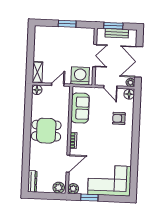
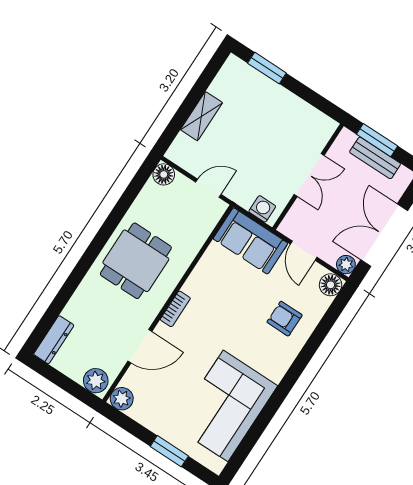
window: (67, 24) -> (267, 68), moved
shelving: (37, 72) -> (201, 116), moved
washing machine: (80, 76) -> (262, 209), width x0.53, depth x0.53
sofa: (80, 108) -> (250, 241), moved, turned 90
dining table: (46, 131) -> (136, 261), turned 90
corner sofa: (109, 180) -> (226, 406), moved, turned -90
window: (89, 198) -> (169, 451), moved

